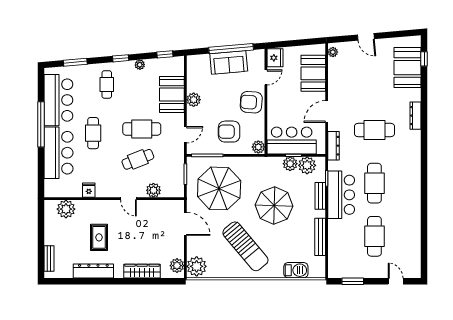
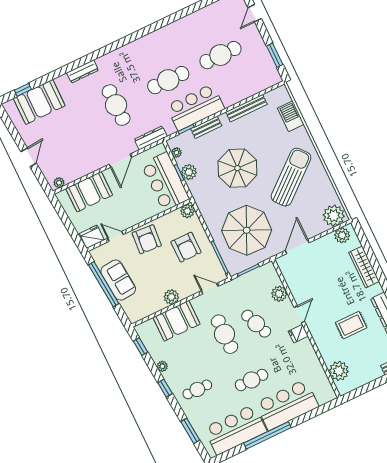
door: (327, 112) -> (120, 161), hinge flipped
plant: (307, 165) -> (177, 153), width x0.53, depth x0.53
fridge: (89, 190) -> (298, 334), moved

